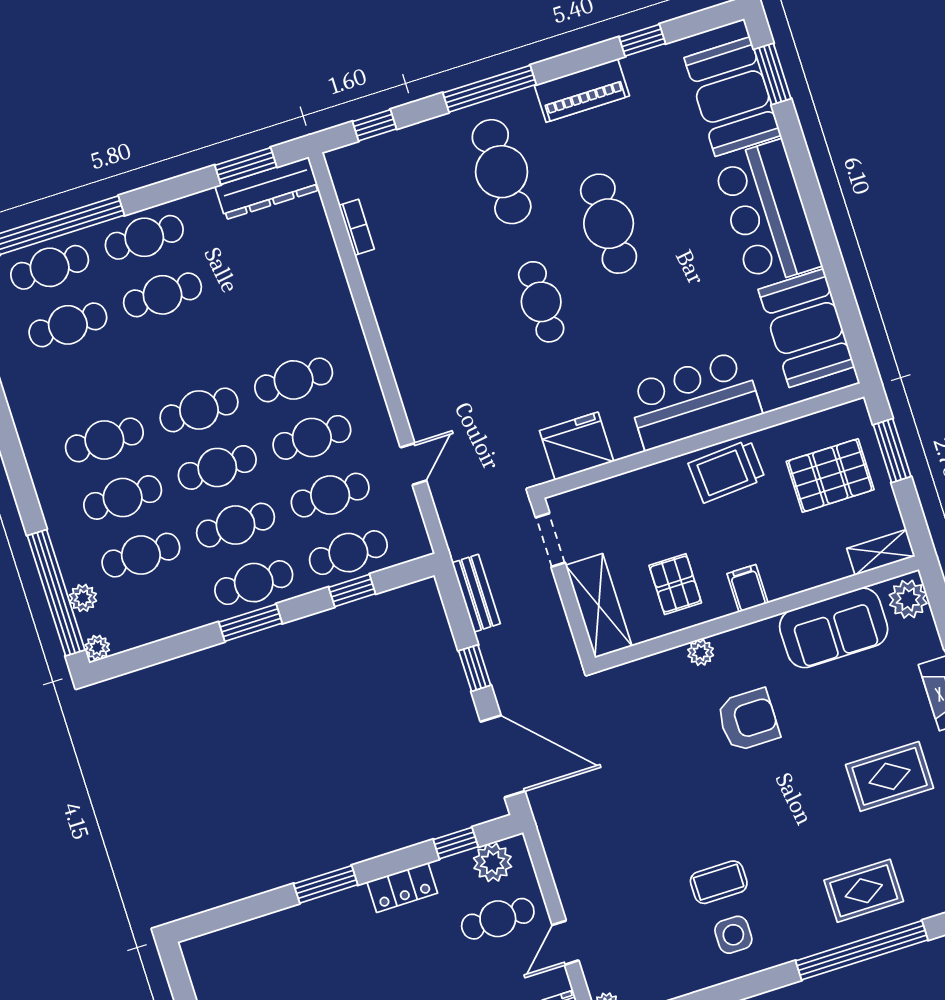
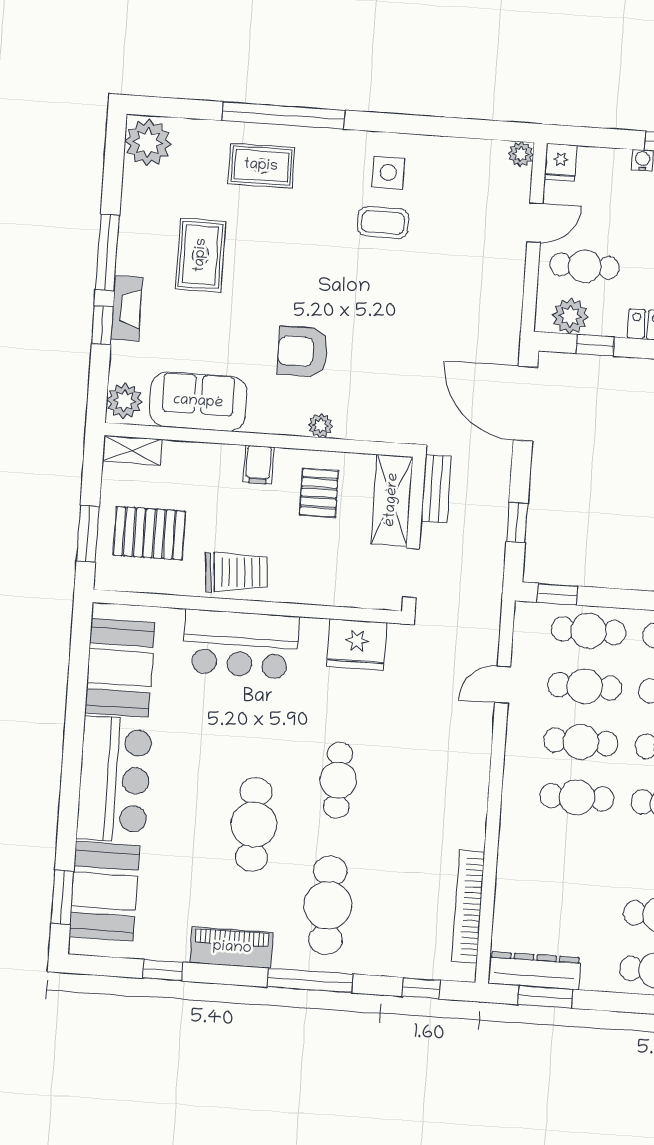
bookcase: (356, 227) -> (468, 907), width x2.31, depth x1.31
window: (352, 590) -> (557, 594), moved
bench: (476, 593) -> (436, 489), moved
window: (475, 668) -> (517, 523), moved
rug: (890, 776) -> (201, 255), turned 90

